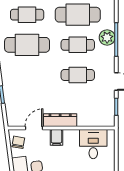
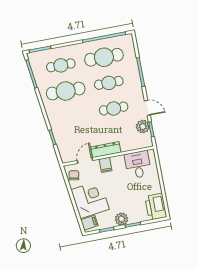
plant: (107, 37) -> (143, 127), moved

